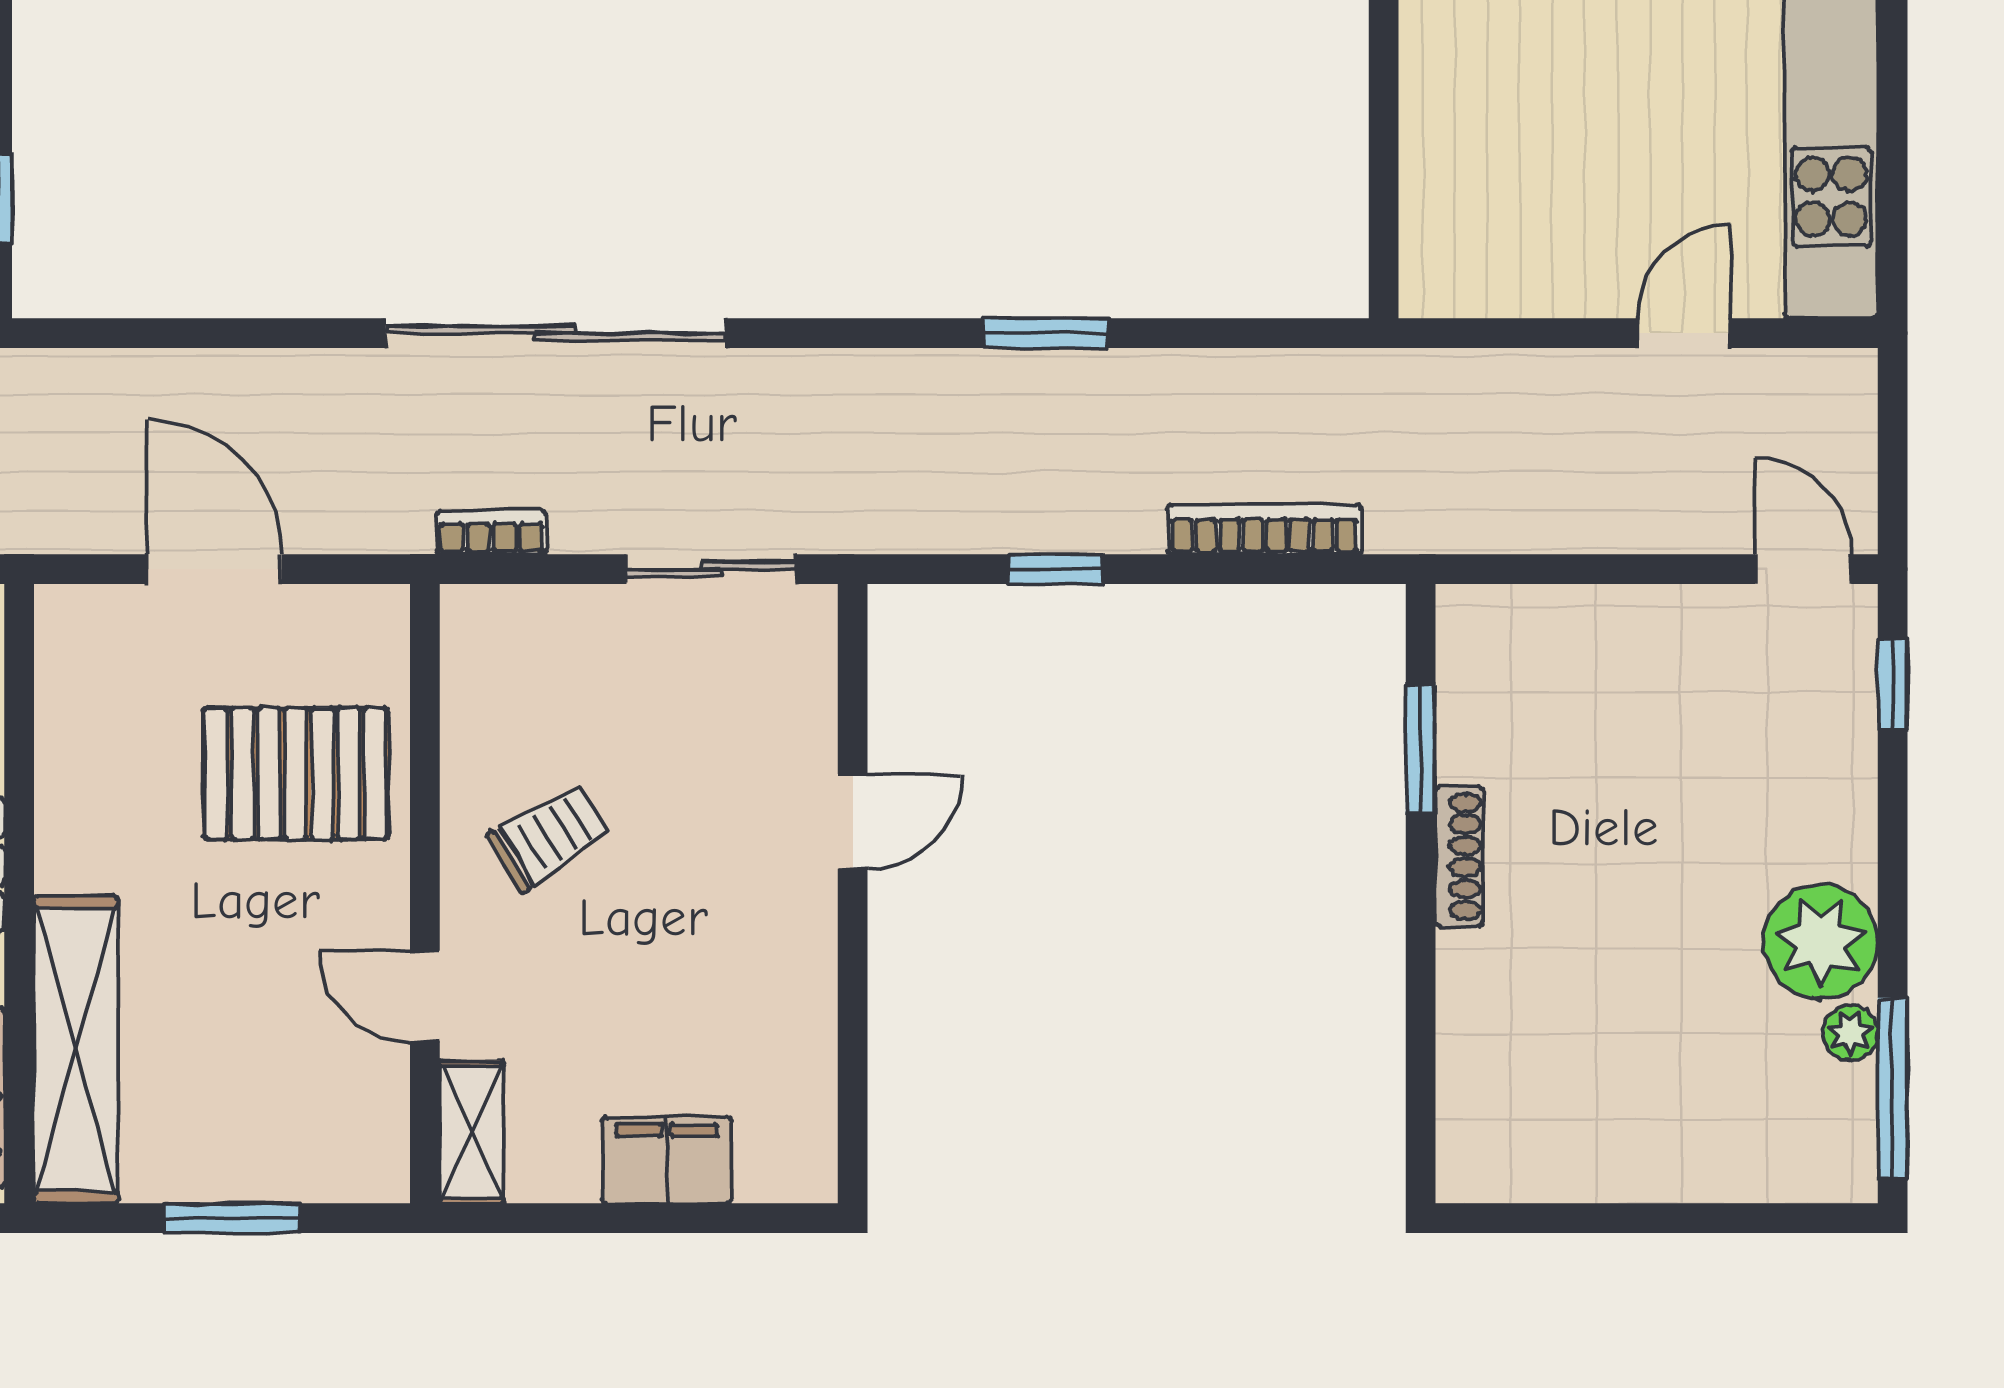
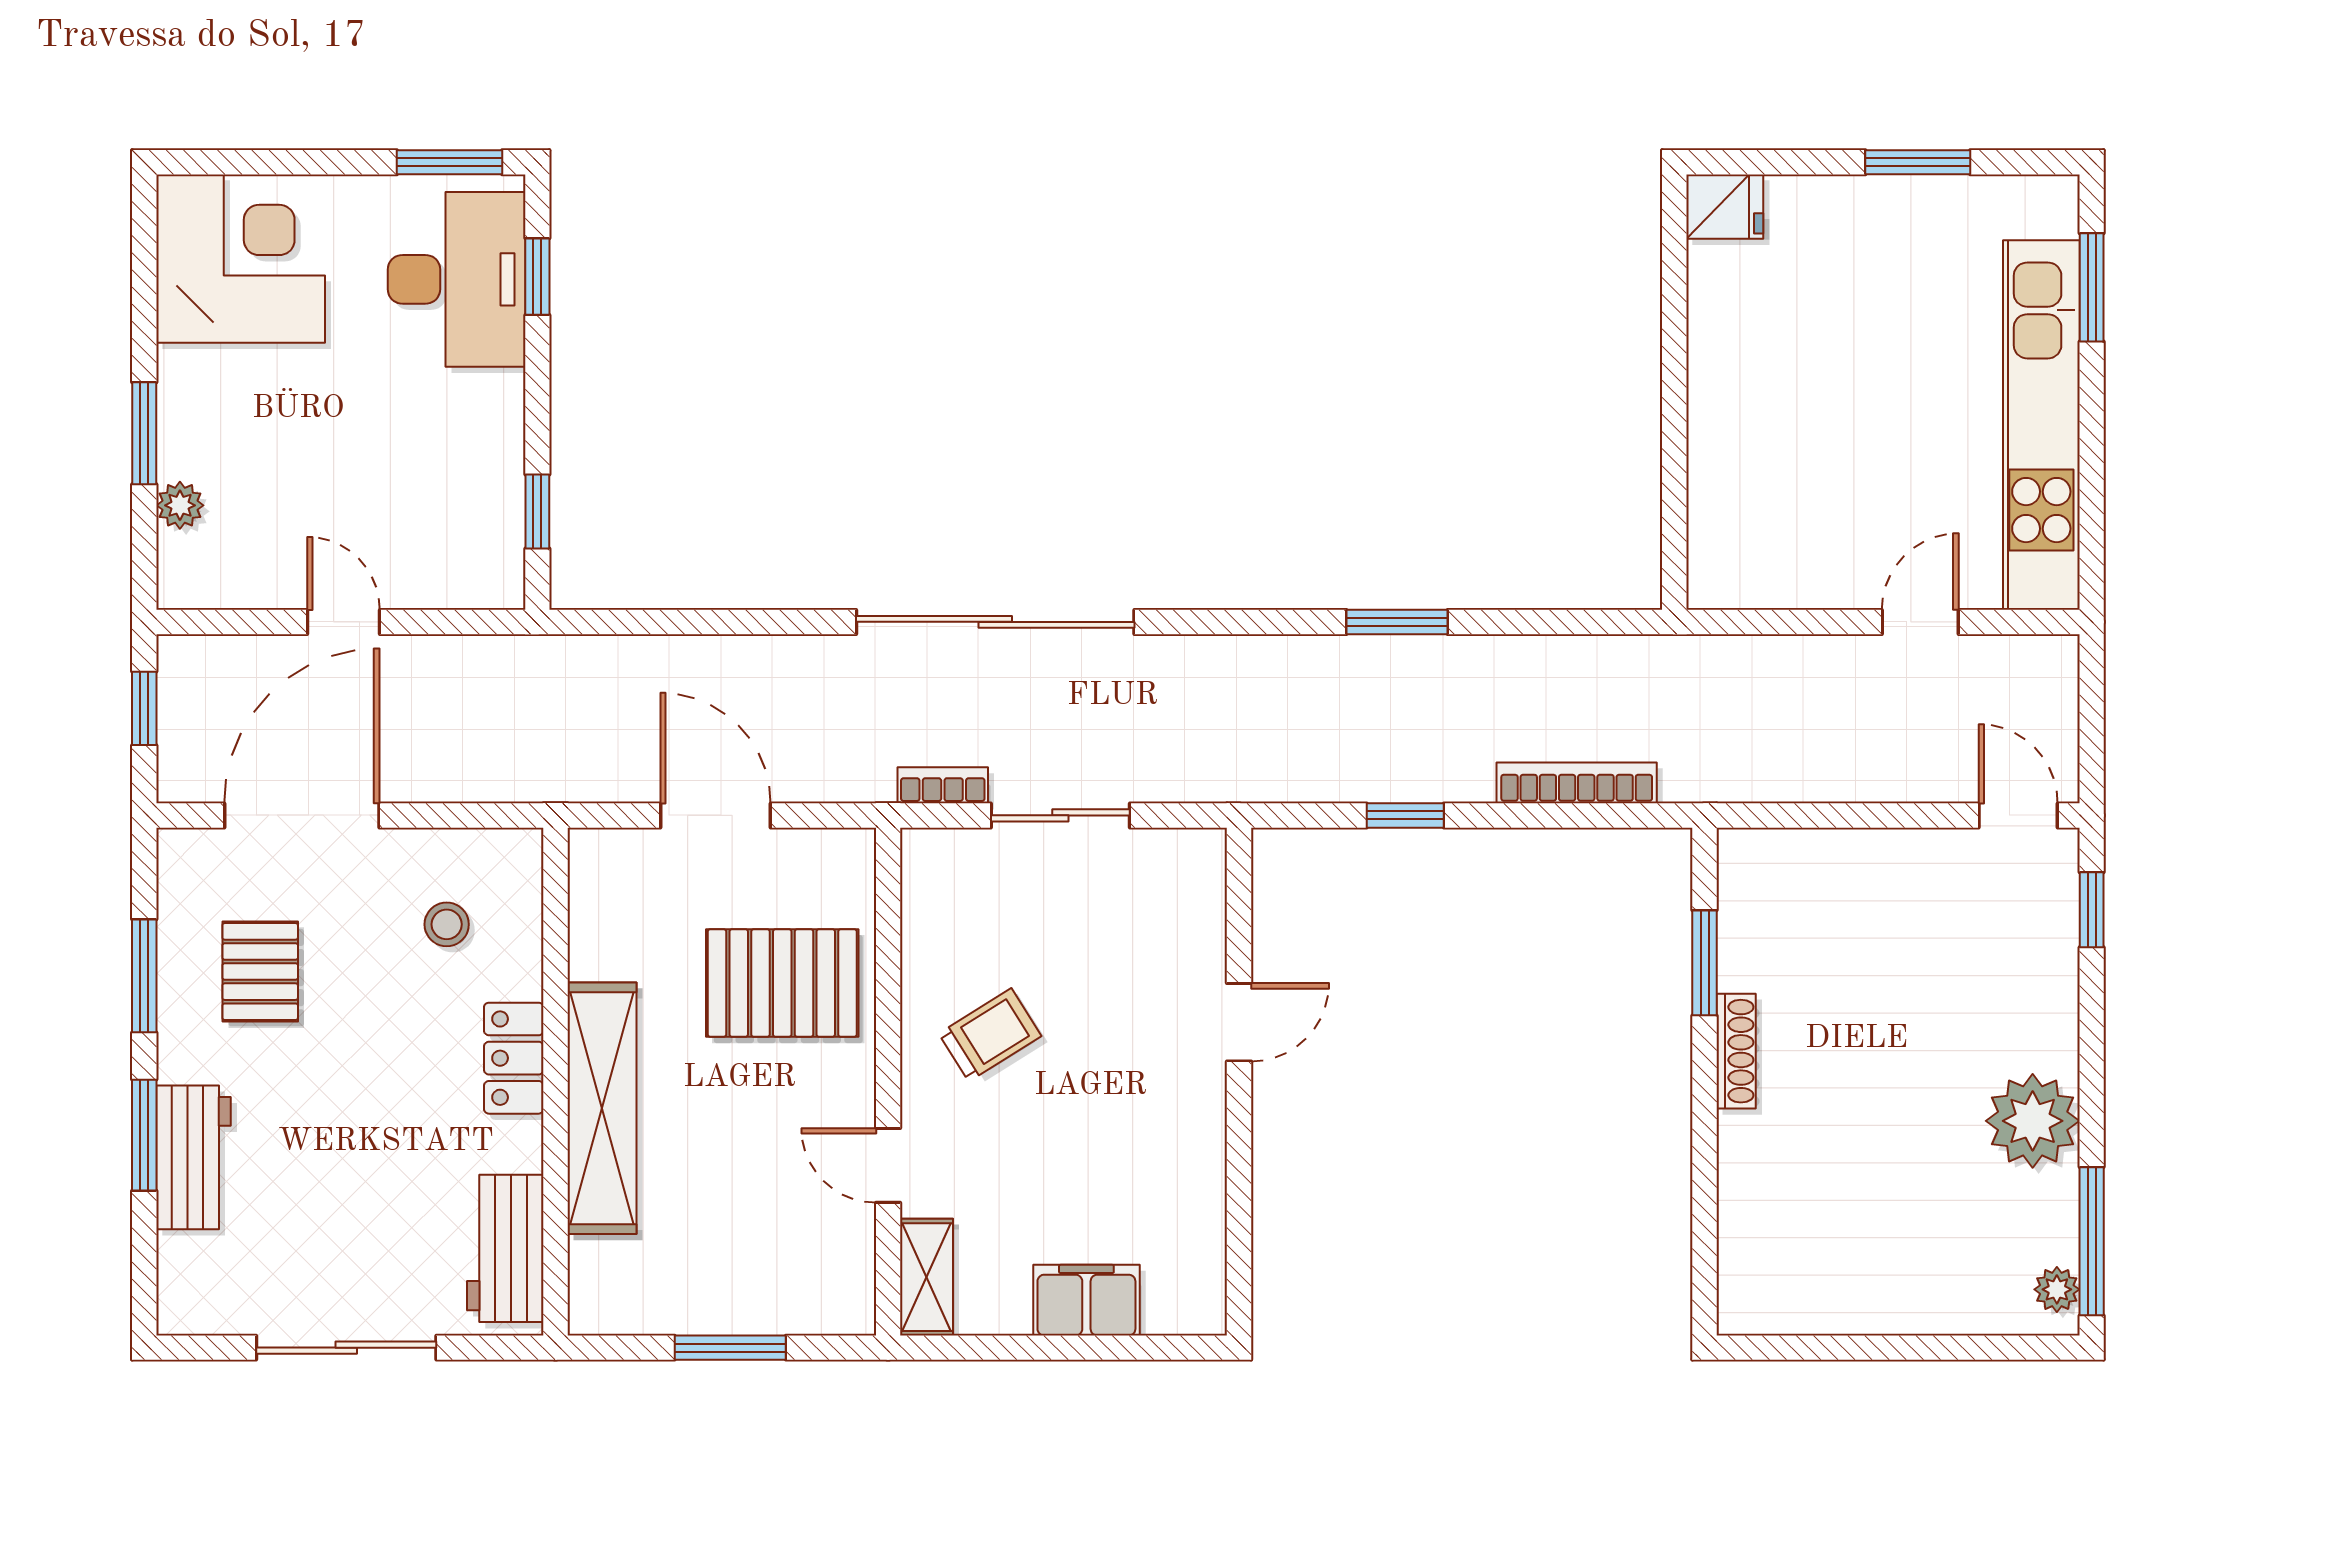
sliding door: (711, 569) -> (1060, 815), moved
plant: (1850, 1032) -> (2057, 1289), moved
shelving: (76, 1050) -> (602, 1108), moved

